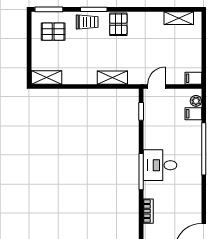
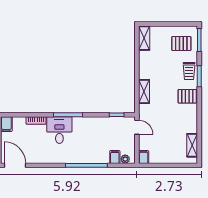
pallet: (53, 32) -> (181, 43), turned 90
desk: (160, 165) -> (59, 130), moved

